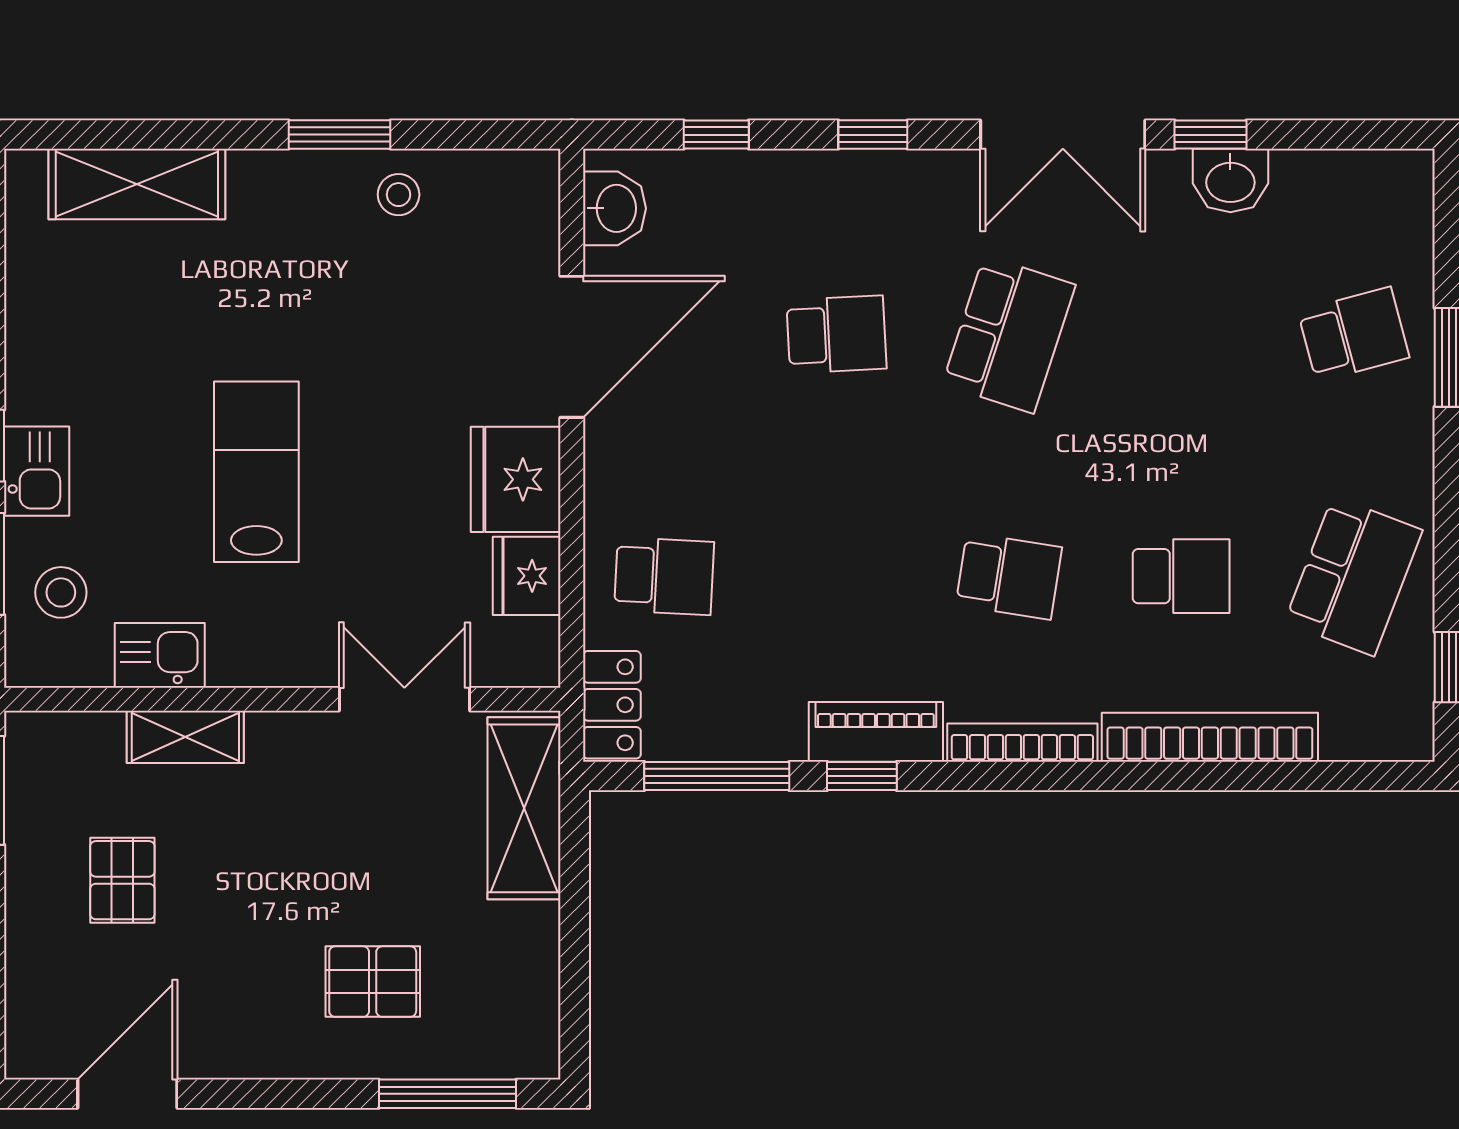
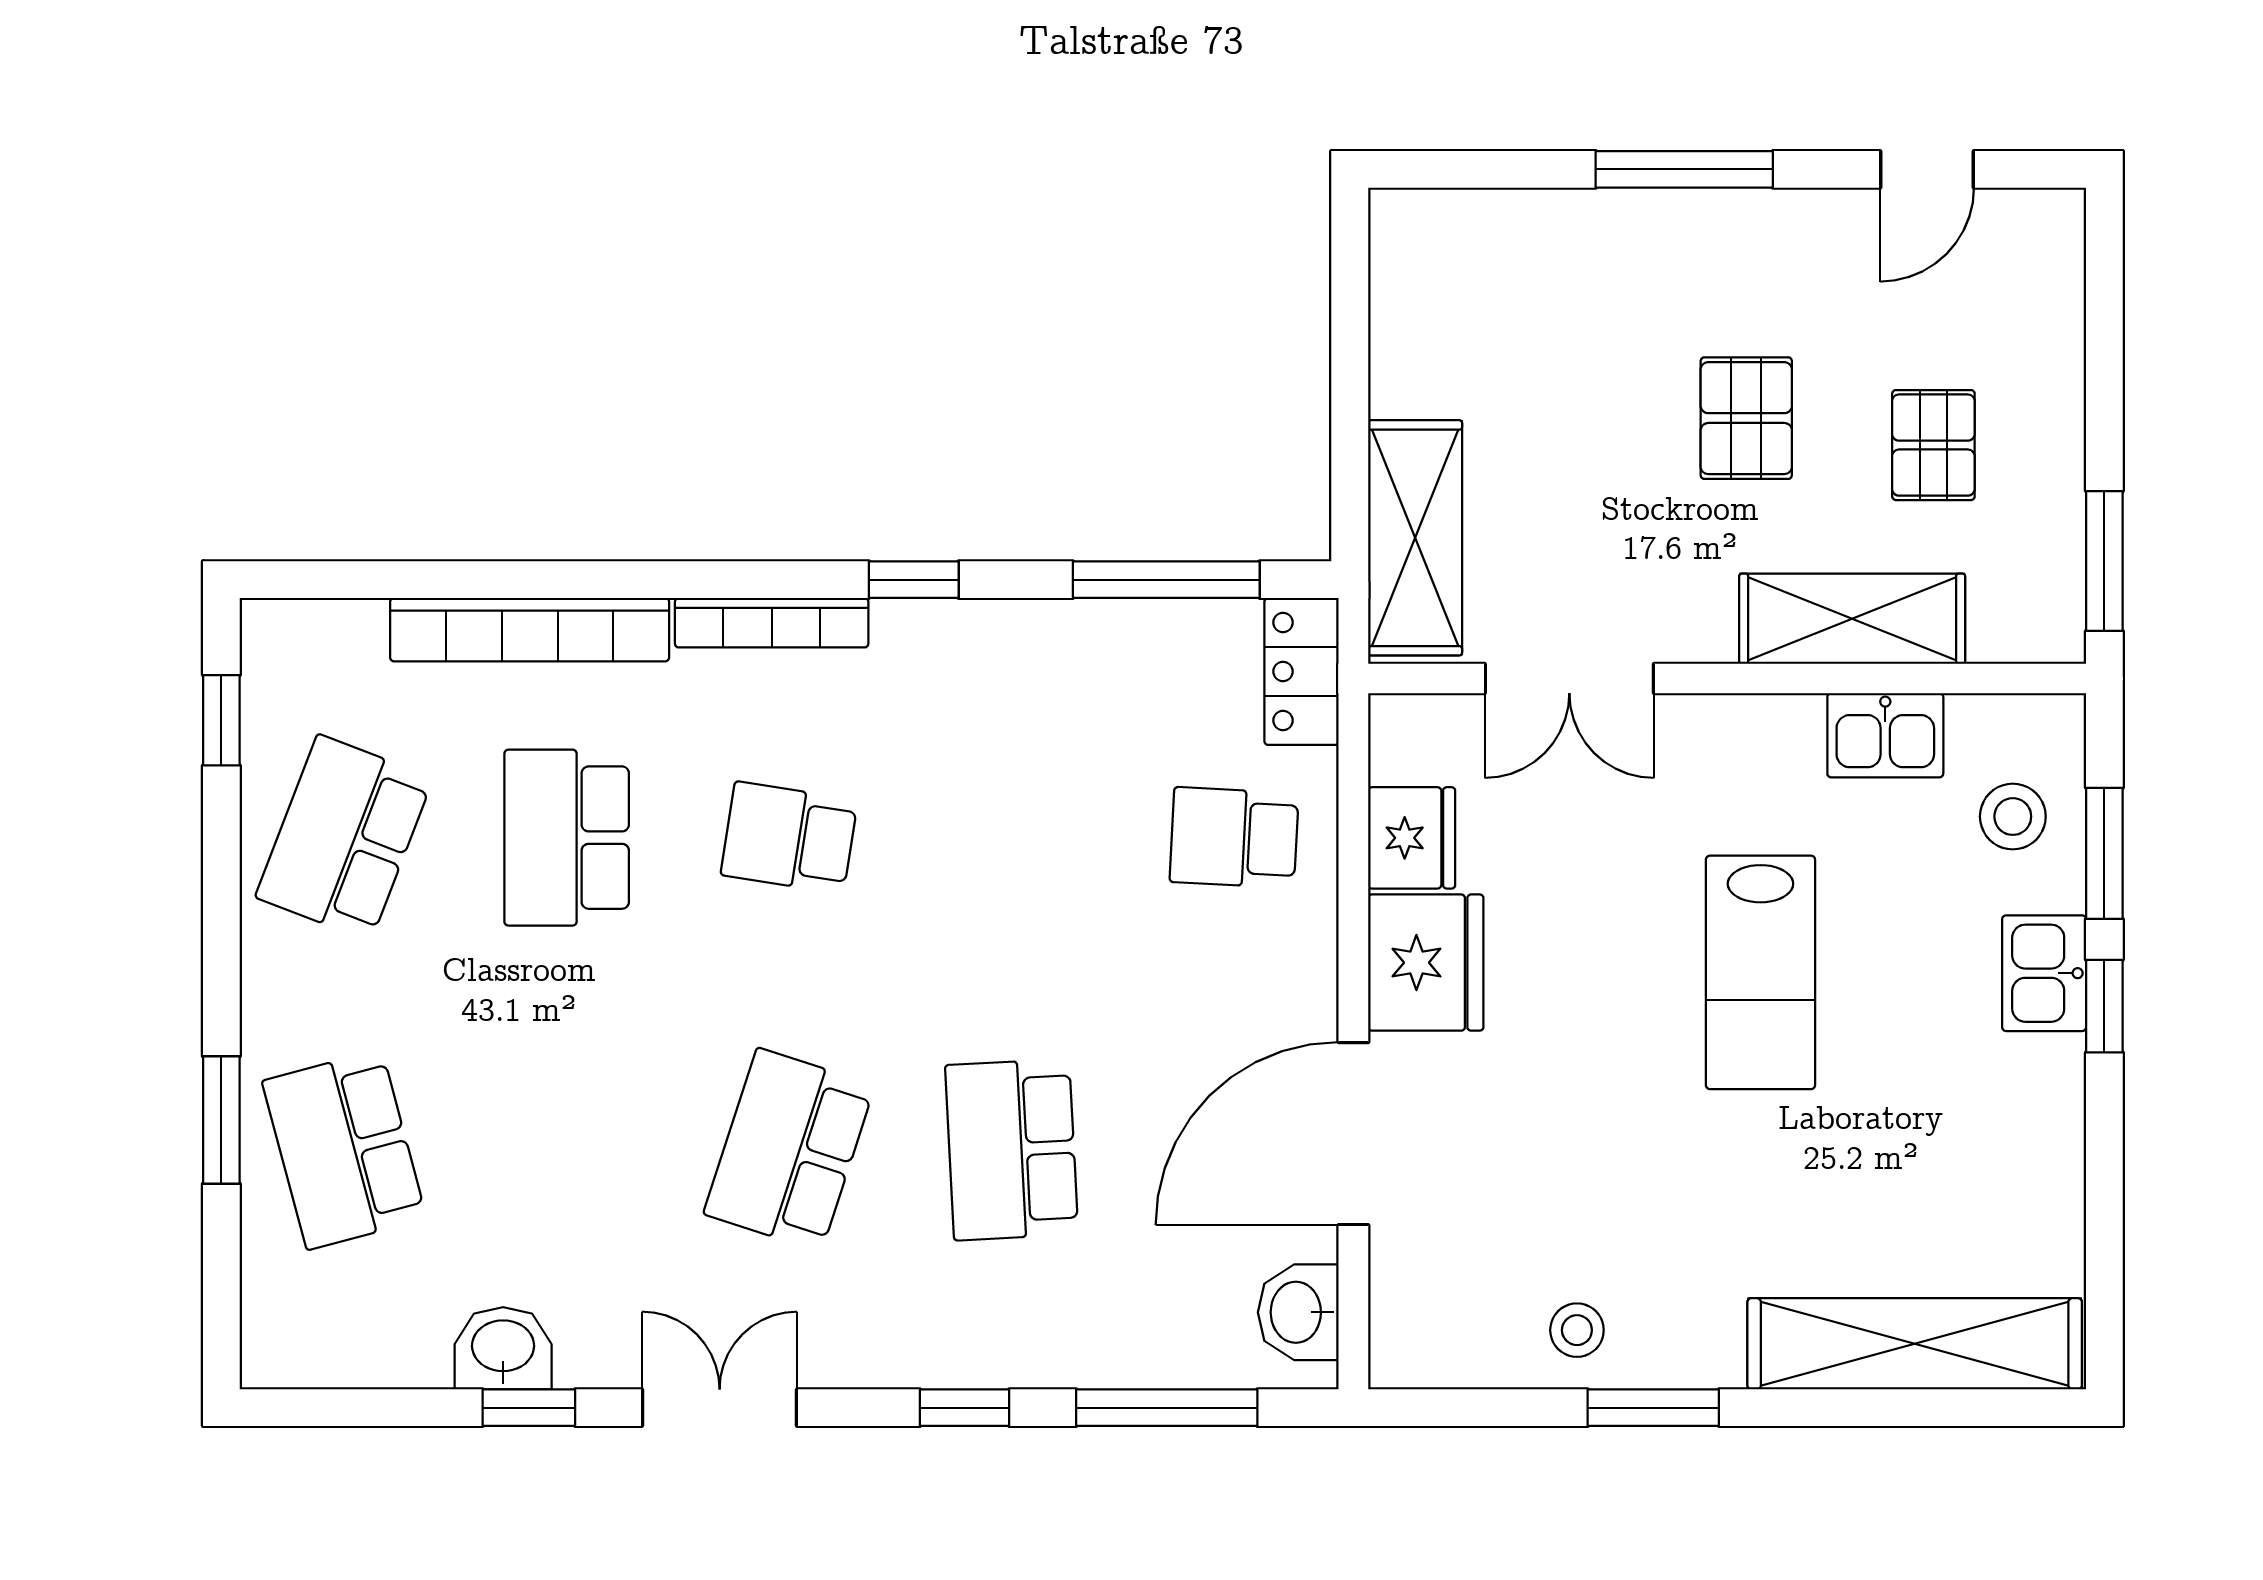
window: (716, 135) -> (1167, 1408), width x2.17
double door: (1063, 135) -> (720, 1408), width x0.73
shelving: (137, 184) -> (1915, 1344), width x1.47
school desk: (836, 334) -> (1012, 1150), width x1.85
school desk: (1354, 334) -> (344, 1150), width x1.85
school desk: (1181, 576) -> (567, 838), width x1.85
piano: (876, 732) -> (961, 637), removed
shelving: (185, 737) -> (1852, 619), width x1.50, depth x1.33
window: (862, 776) -> (914, 580), moved
pallet: (373, 982) -> (1746, 418), moved, turned 90
door: (127, 1094) -> (1927, 169), width x0.73
window: (448, 1094) -> (1684, 169), moved

